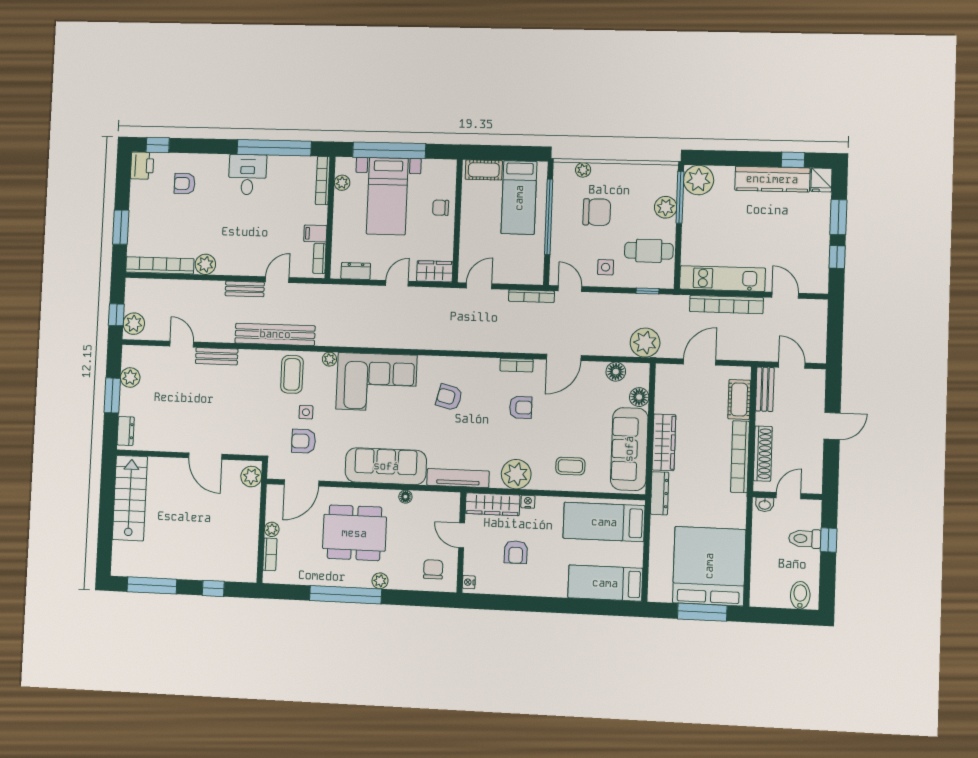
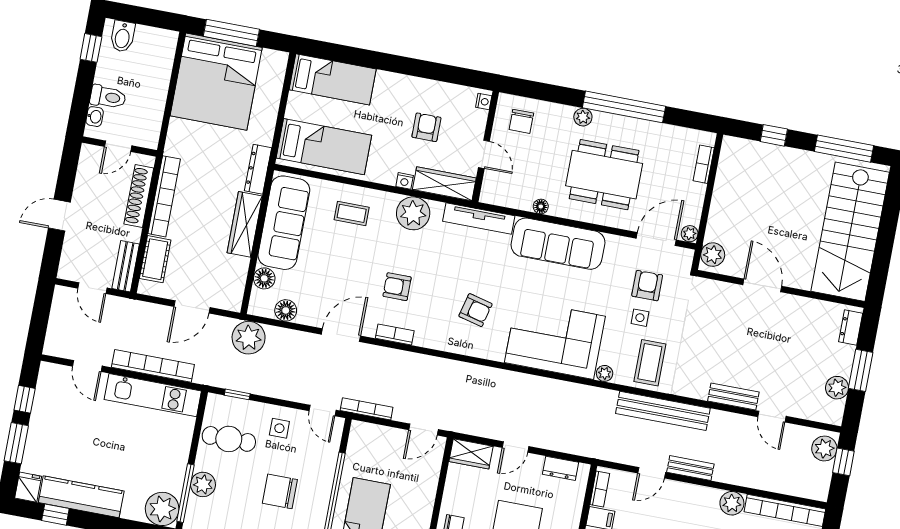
armchair: (304, 441) -> (647, 286), turned -90
stairs: (130, 498) -> (850, 232), width x1.36, depth x1.51
washbasin: (765, 505) -> (95, 117), moved, turned 90
plant: (272, 529) -> (690, 234), moved
window: (829, 540) -> (91, 48), moved

